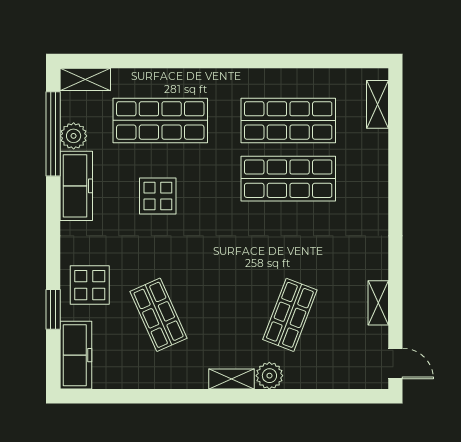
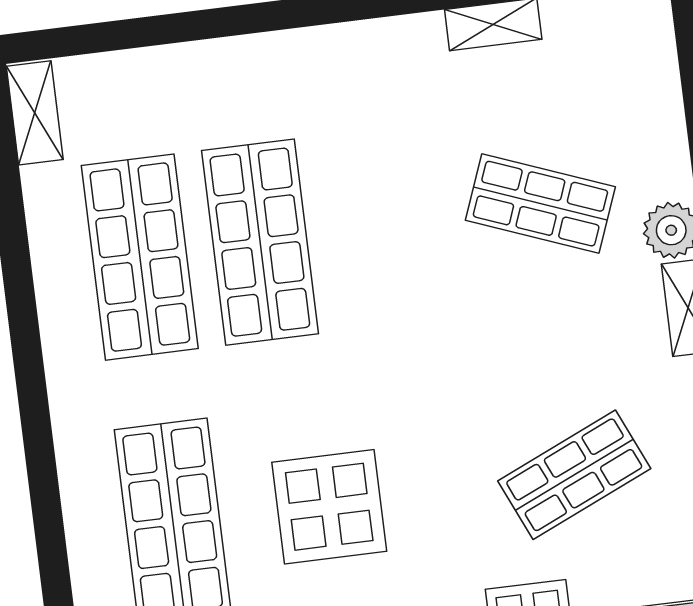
shelving: (377, 104) -> (35, 113), moved, turned 90
display table: (158, 196) -> (329, 507), width x1.36, depth x1.36

